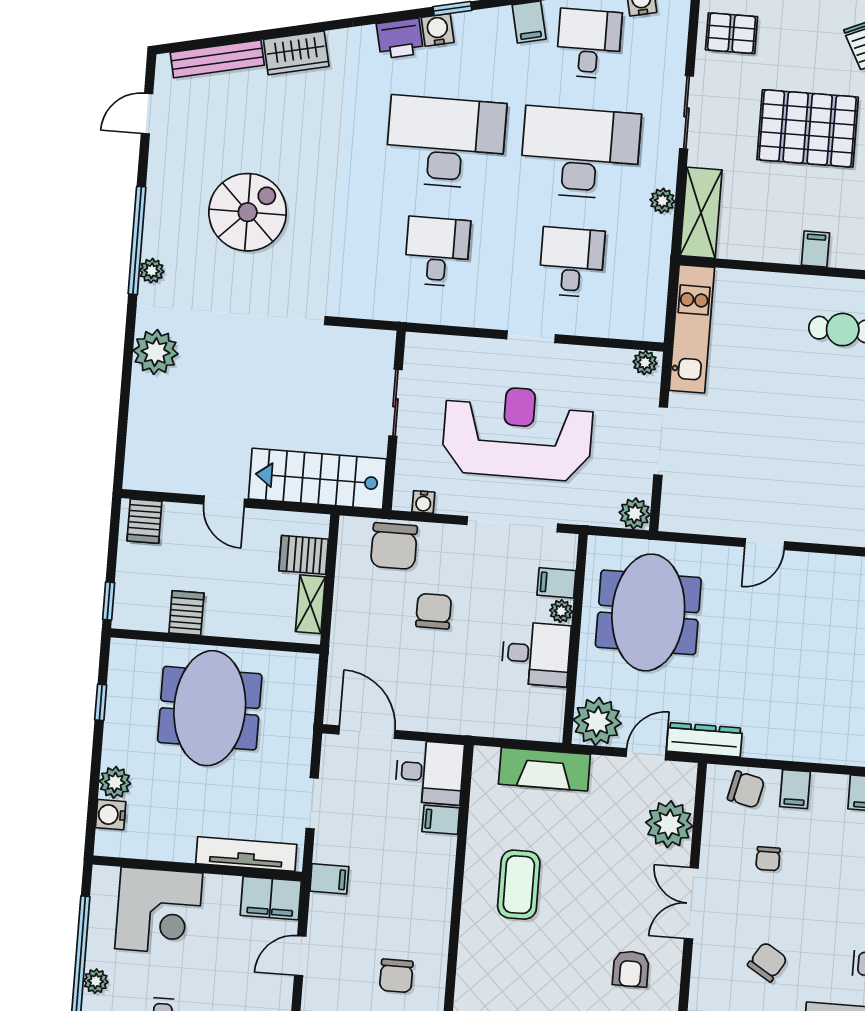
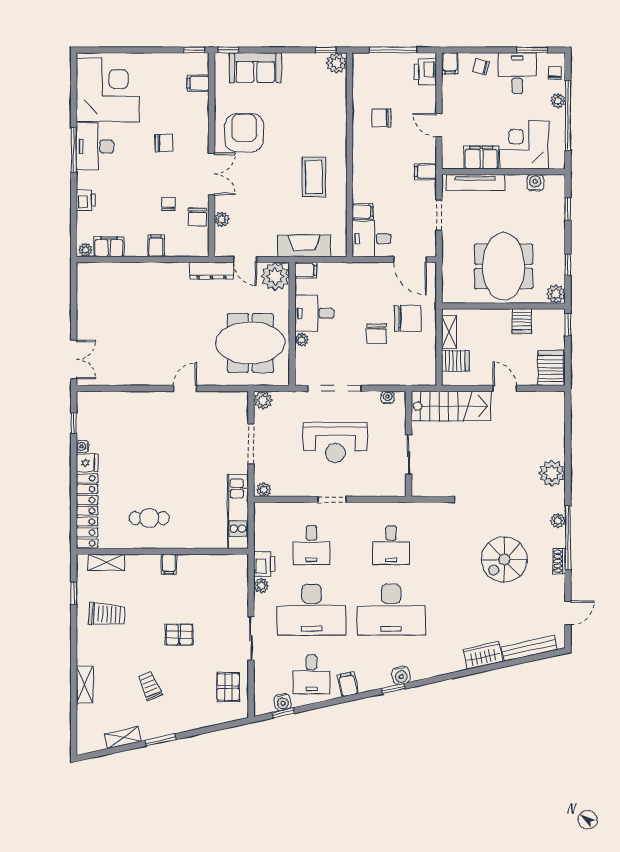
pallet: (731, 33) -> (228, 687), turned 90
printer: (400, 38) -> (264, 564), moved, turned 102
pallet: (808, 128) -> (179, 635), width x0.49, depth x0.50
shoe rack: (155, 202) -> (559, 561), added
shelving: (701, 213) -> (238, 580), removed
reception desk: (518, 433) -> (335, 442), width x0.74, depth x0.77
server rack: (144, 521) -> (551, 368), width x1.36, depth x1.44
chair: (394, 546) -> (408, 318), moved, turned 90
filing cabinet: (556, 583) -> (306, 270), moved
meeting table: (648, 612) -> (250, 343), turned 90
door: (646, 754) -> (245, 259), hinge flipped
plant: (115, 782) -> (556, 294), moved
chair: (746, 790) -> (197, 217), moved, turned -103
window: (93, 797) -> (568, 209), added
water cooler: (111, 815) -> (535, 183), moved, turned -90
plant: (669, 824) -> (222, 219), width x0.53, depth x0.53
filing cabinet: (271, 898) -> (481, 158), moved
door: (300, 956) -> (439, 125), swing flipped
chair: (767, 962) -> (164, 143), turned -122
armchair: (631, 969) -> (244, 133), width x1.88, depth x1.88
chair: (396, 976) -> (382, 118), turned -90

